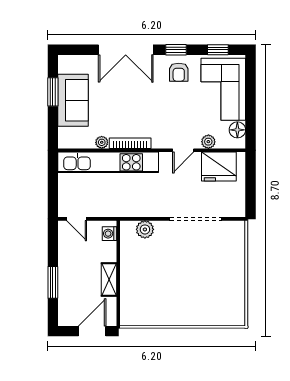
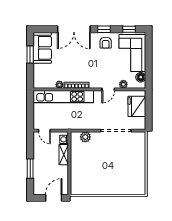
sofa: (73, 100) -> (42, 48), moved
fridge: (219, 167) -> (137, 106), moved, turned 90
shelving: (109, 280) -> (64, 155), moved

